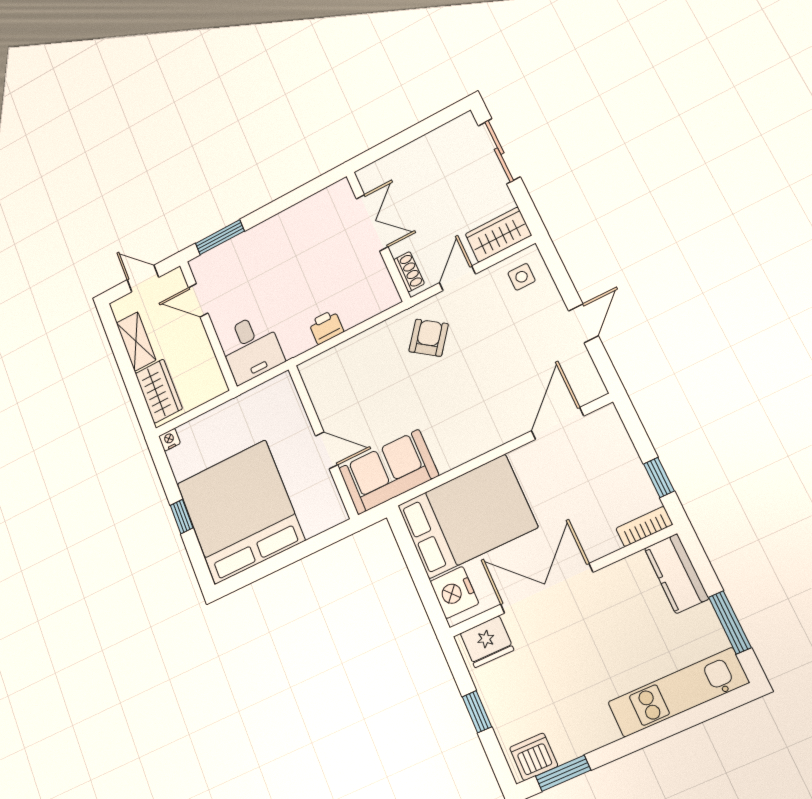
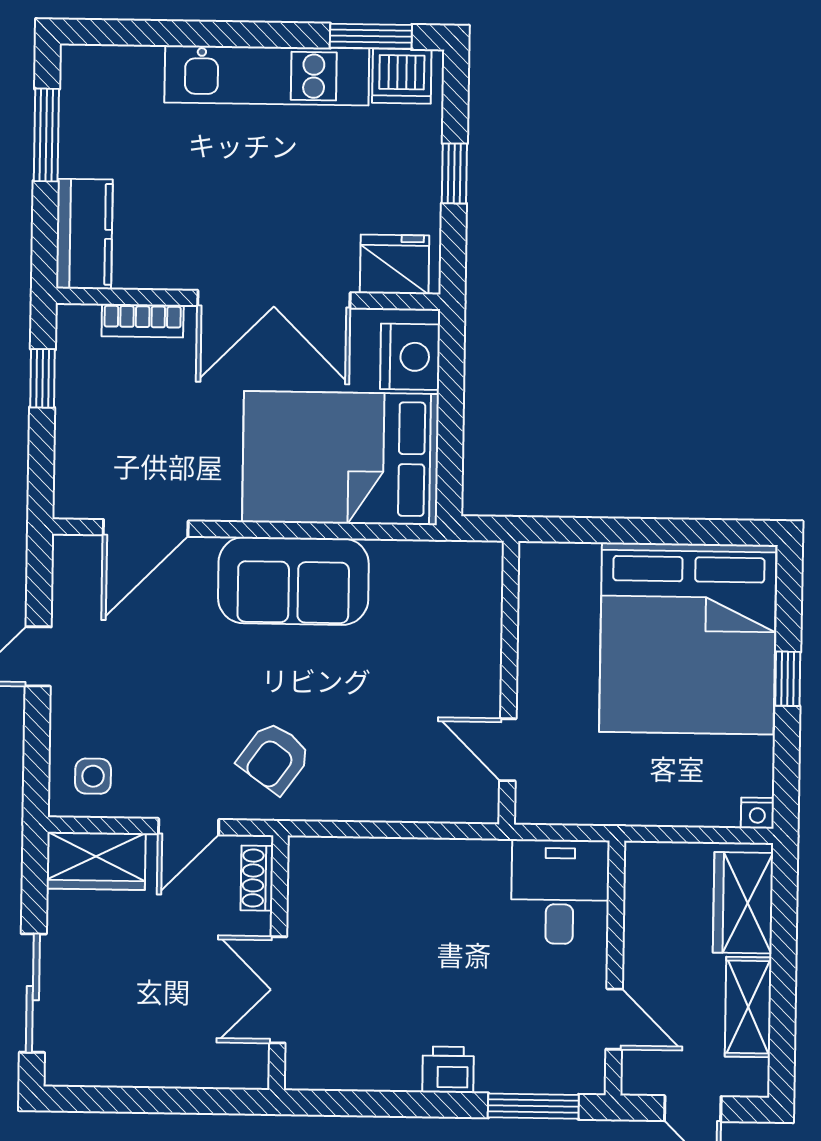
printer: (326, 327) -> (448, 1070), moved, turned 180
door: (327, 450) -> (508, 750), moved
sofa: (388, 472) -> (293, 581), moved
bookcase: (644, 526) -> (143, 321), moved
kitchen unit: (678, 692) -> (267, 75), moved

